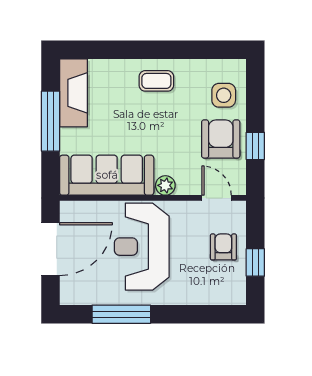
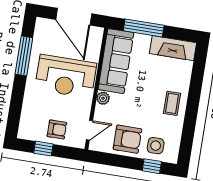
window: (50, 121) -> (144, 28), moved
window: (255, 146) -> (152, 166), moved
reception desk: (142, 247) -> (66, 76), turned 180

